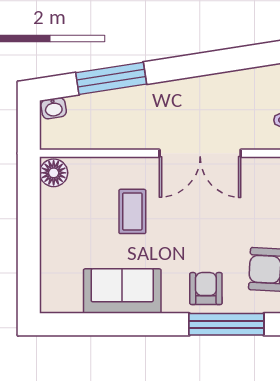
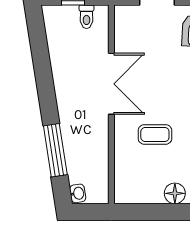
floor lamp: (54, 173) -> (175, 193), moved

